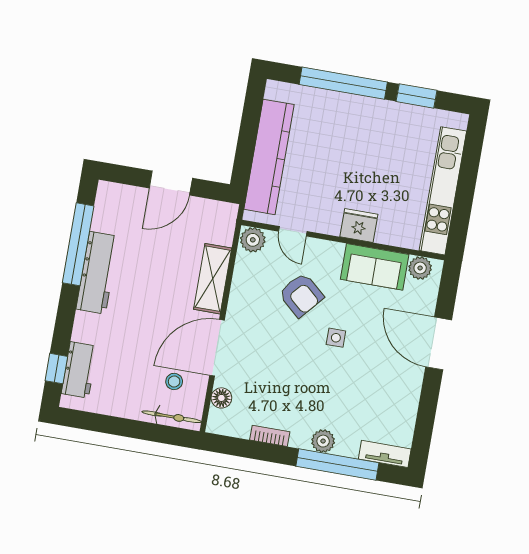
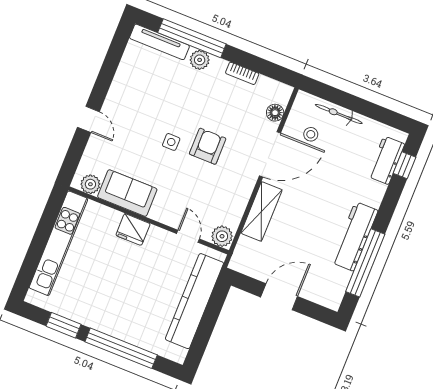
armchair: (301, 295) -> (208, 146), moved, turned 49
door: (439, 343) -> (88, 119), width x0.53
bicycle: (172, 417) -> (339, 114), moved
tv unit: (385, 454) -> (159, 42), width x1.41

